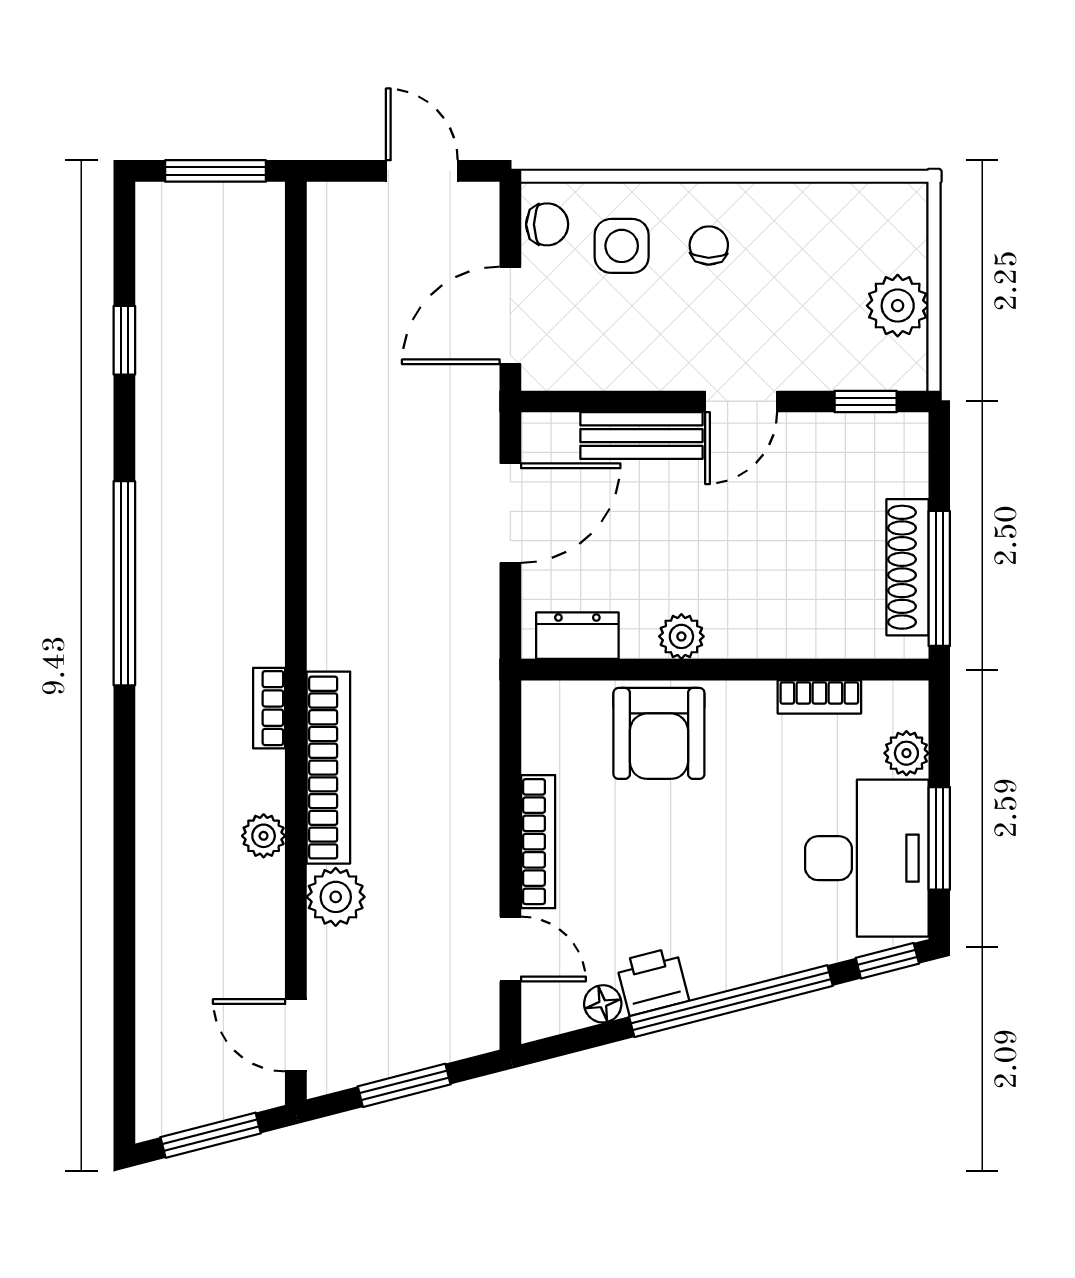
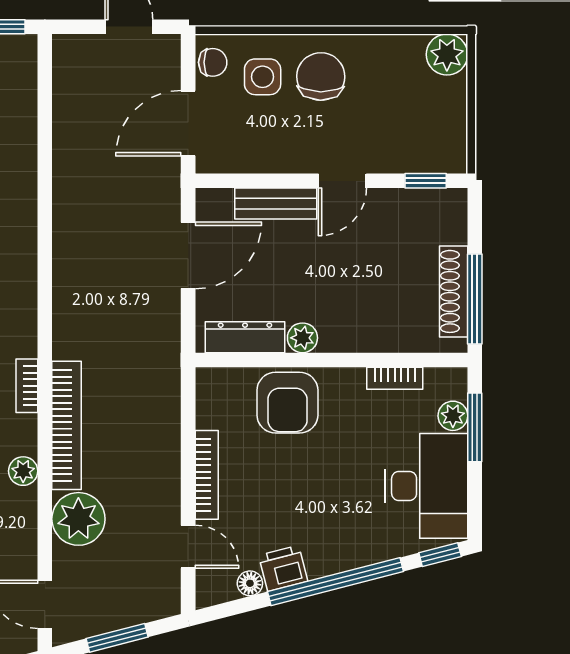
chair: (709, 246) -> (321, 77), width x1.87, depth x1.87
plant: (898, 306) -> (447, 54), moved
dresser: (577, 636) -> (245, 337), width x1.44
window: (939, 838) -> (475, 427), moved
plant: (336, 897) -> (78, 519), width x1.36, depth x1.36

